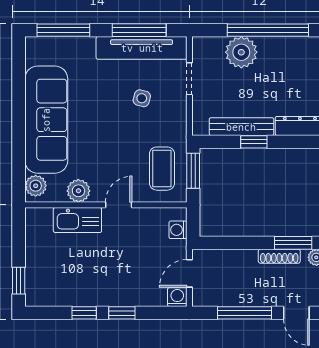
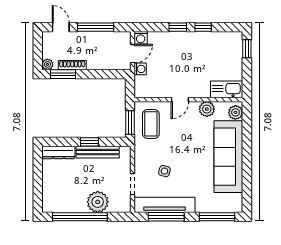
kitchen sink: (77, 220) -> (227, 89), moved
washing machine: (178, 230) -> (140, 69), moved

